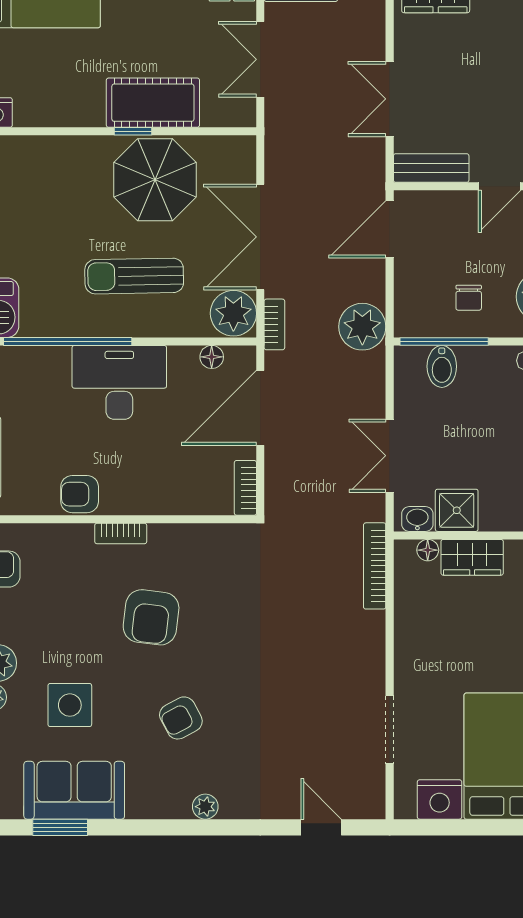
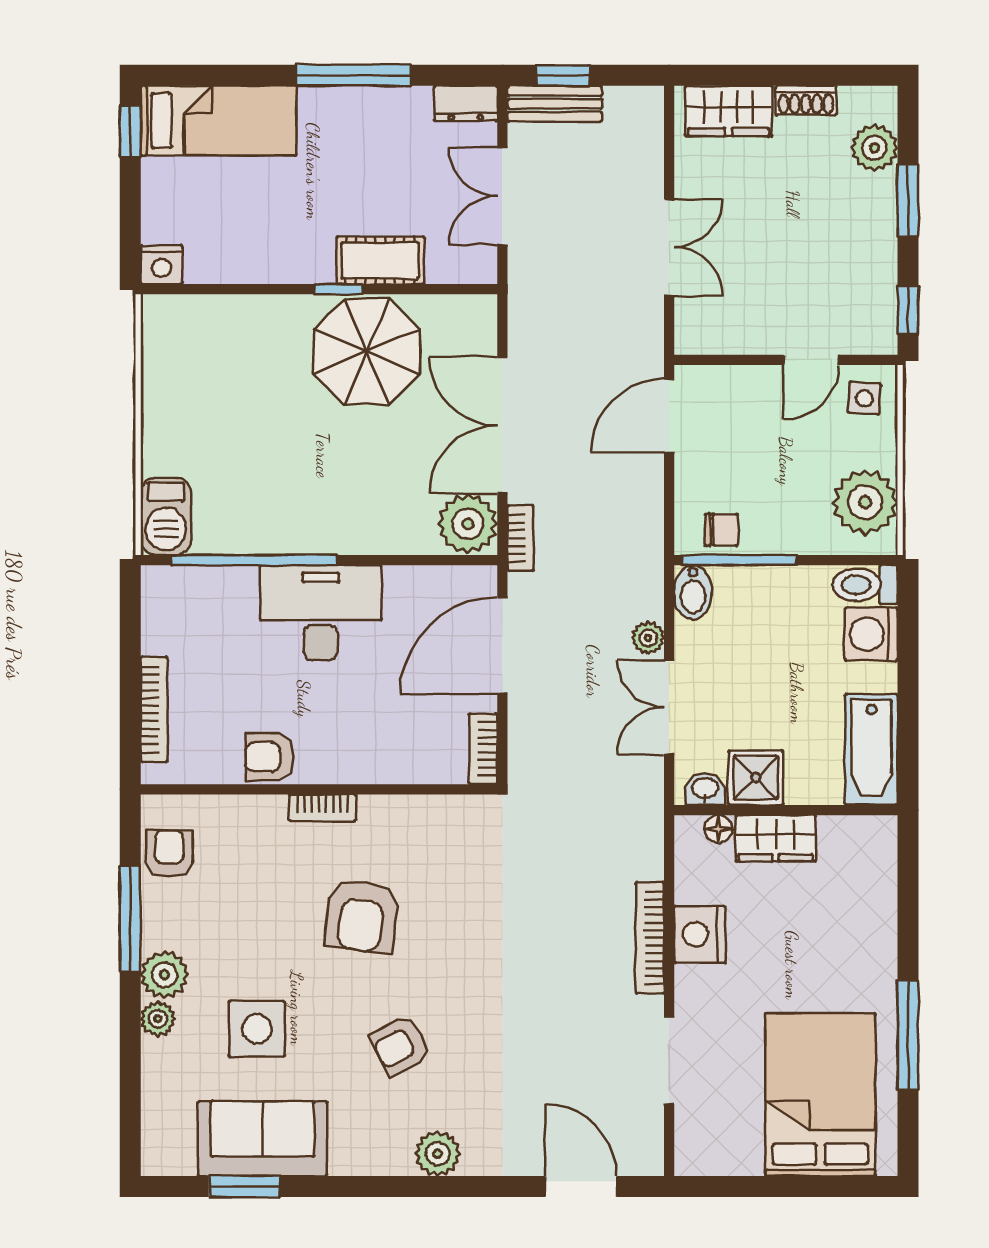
double door: (390, 99) -> (669, 247), swing flipped
cot: (153, 103) -> (380, 260), width x0.73, depth x0.75
bench: (431, 168) -> (723, 336), removed
sun lounger: (134, 276) -> (340, 476), removed
chair: (469, 298) -> (721, 530), moved, turned -90
plant: (362, 327) -> (648, 638), moved, width x0.53, depth x0.53
floor lamp: (212, 357) -> (440, 580), removed
bidet: (442, 366) -> (693, 592), moved
bookcase: (375, 566) -> (650, 938), moved
nightstand: (440, 799) -> (700, 934), moved, turned 90
plant: (205, 807) -> (438, 1154), width x1.38, depth x1.38
door: (321, 827) -> (581, 1186), width x1.38

